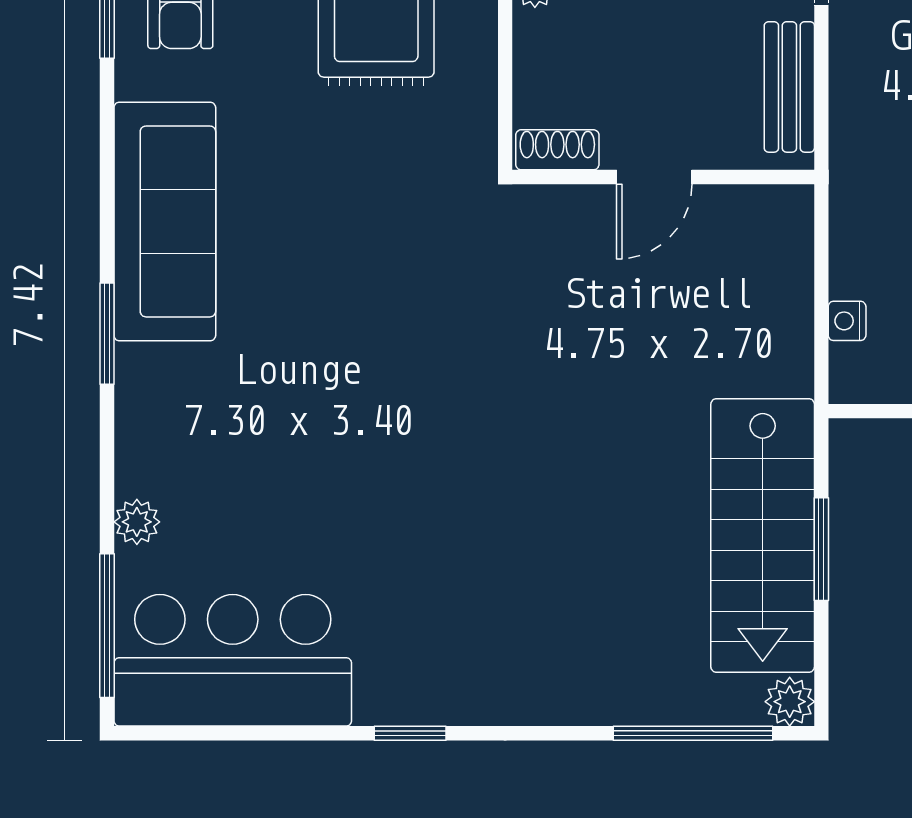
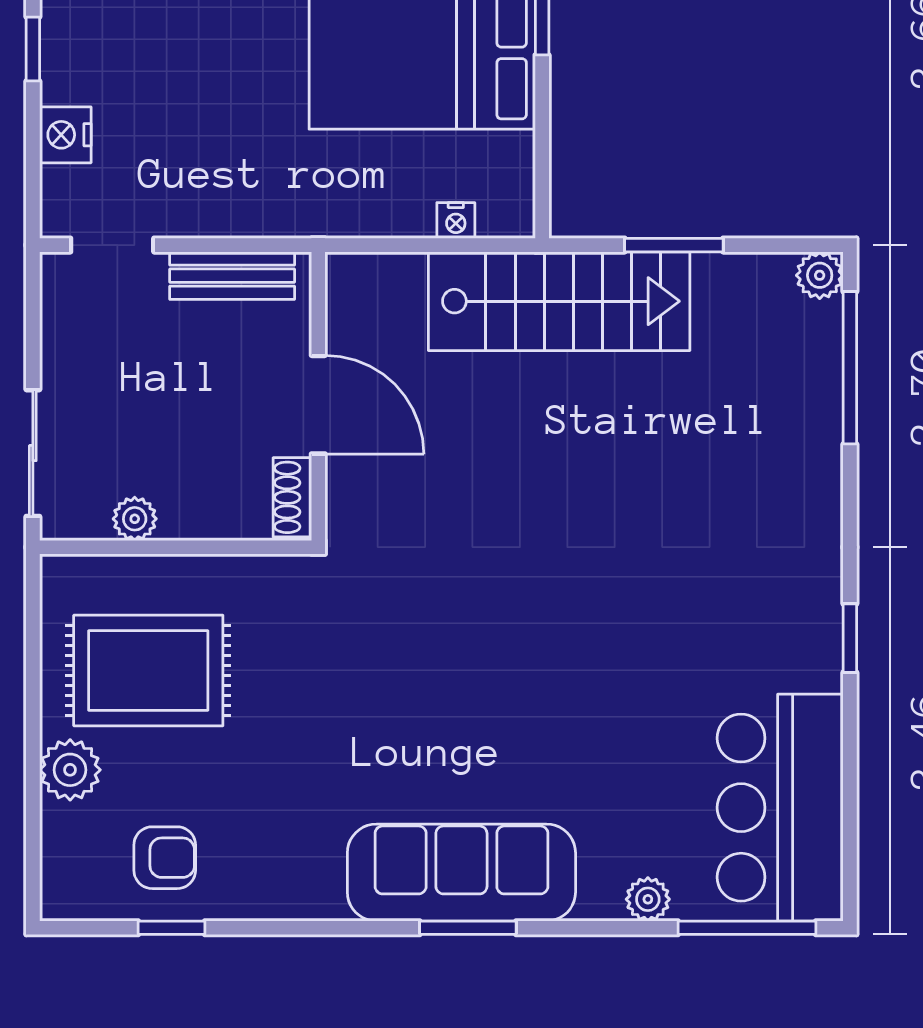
door: (654, 177) -> (318, 405), width x1.38
sofa: (165, 221) -> (461, 873), moved
stairs: (763, 535) -> (559, 301), moved

